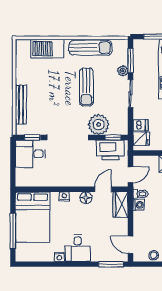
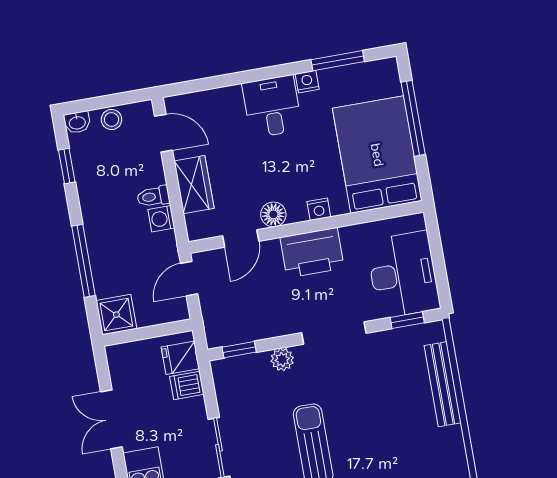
plant: (99, 125) -> (282, 359), width x0.53, depth x0.53
doorway: (67, 137) -> (334, 333), width x0.73
printer: (110, 150) -> (312, 253), moved, turned 180
desk: (30, 154) -> (403, 275), width x1.37
toilet: (140, 194) -> (153, 196), moved
wardrobe: (121, 205) -> (194, 185), moved
window: (111, 264) -> (338, 61), moved

